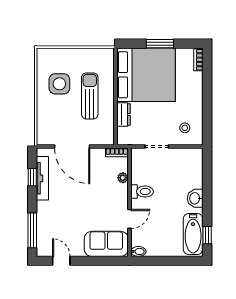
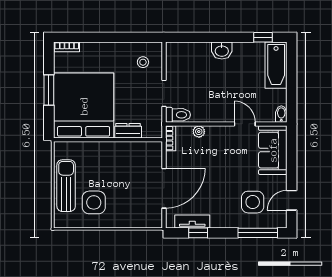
sun lounger: (90, 96) -> (66, 186), moved, turned 90
tv unit: (42, 178) -> (192, 221), width x0.71
toilet: (142, 192) -> (178, 115), moved, turned 90
side table: (60, 226) -> (253, 202), added
bathtub: (193, 234) -> (276, 65), moved, turned 90

